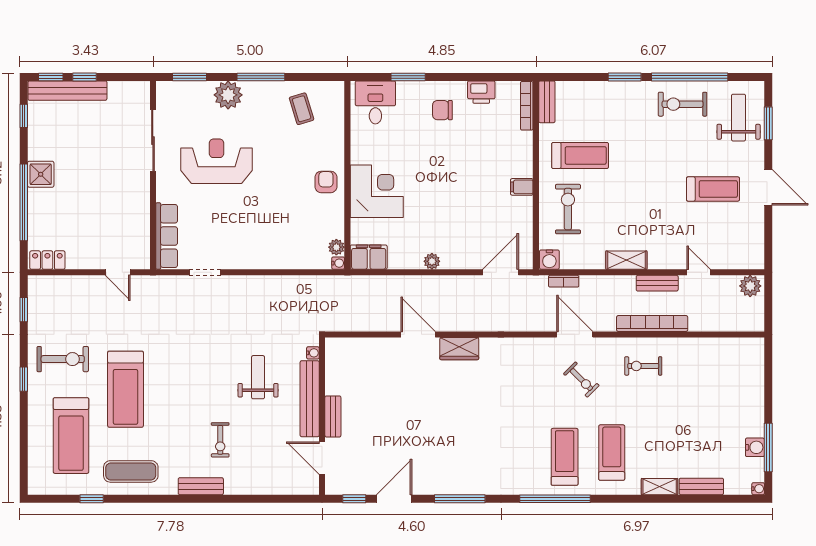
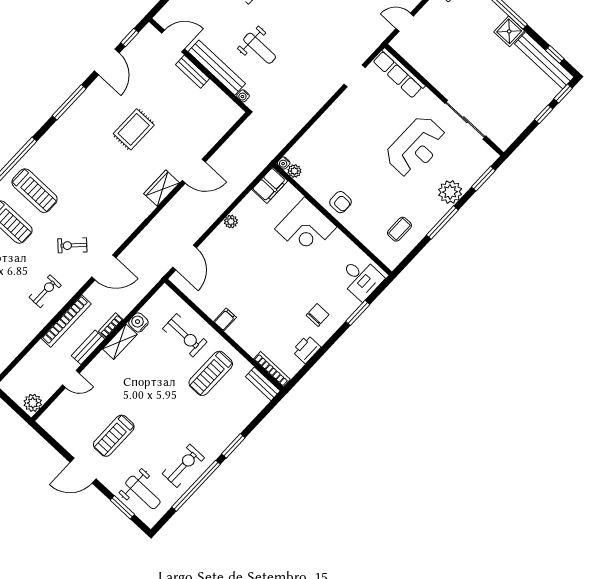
bench: (67, 91) -> (544, 60), moved, turned 90
coffee table: (302, 109) -> (399, 229), turned -73
water cooler: (549, 260) -> (138, 322), moved
bookcase: (564, 281) -> (111, 325), moved
rug: (431, 421) -> (134, 129), added

